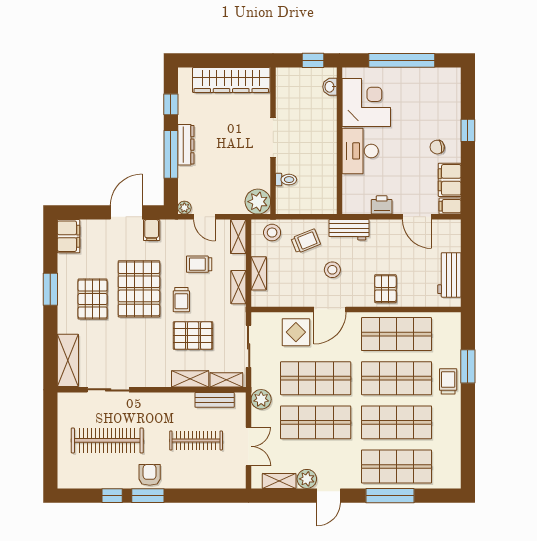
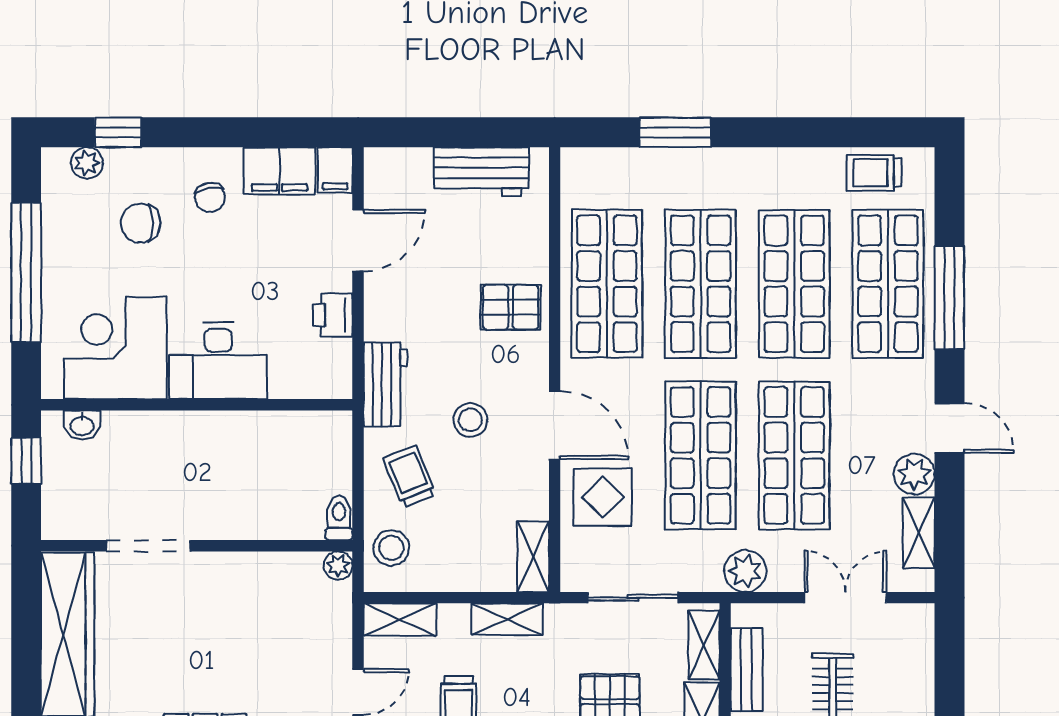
plant: (453, 89) -> (87, 163), added
chair: (425, 114) -> (141, 223), added
window: (468, 130) -> (118, 132), moved
doorway: (273, 138) -> (148, 546), moved
toilet: (286, 180) -> (339, 518), moved
plant: (258, 202) -> (338, 566), width x0.53, depth x0.53
shelving: (259, 273) -> (533, 557), moved, turned 90
trolley: (448, 381) -> (874, 173), moved

